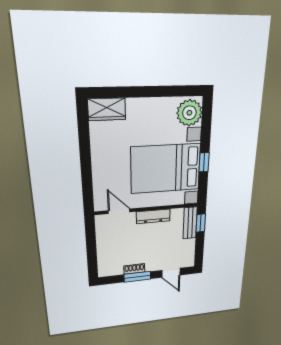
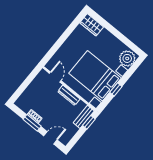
door: (171, 273) -> (50, 138), swing flipped

